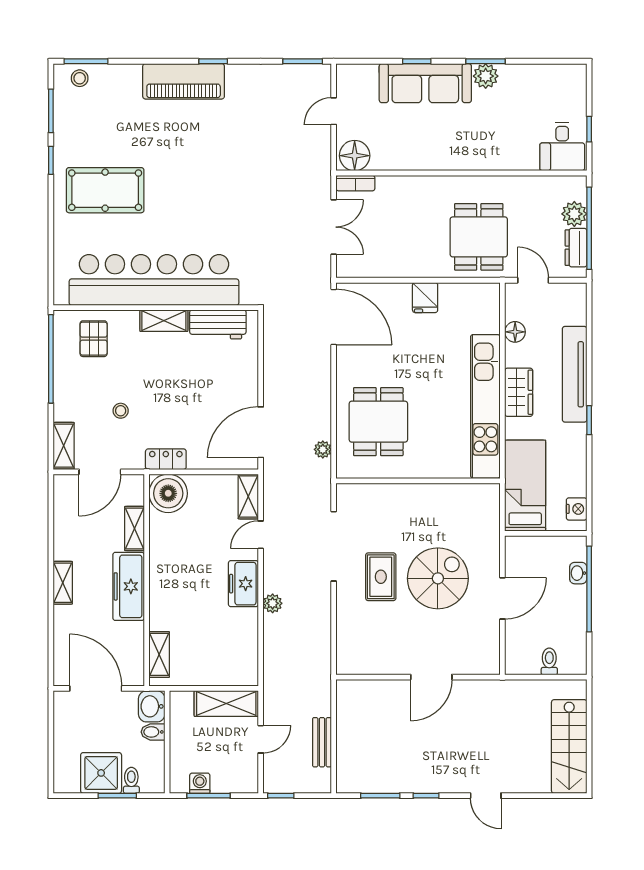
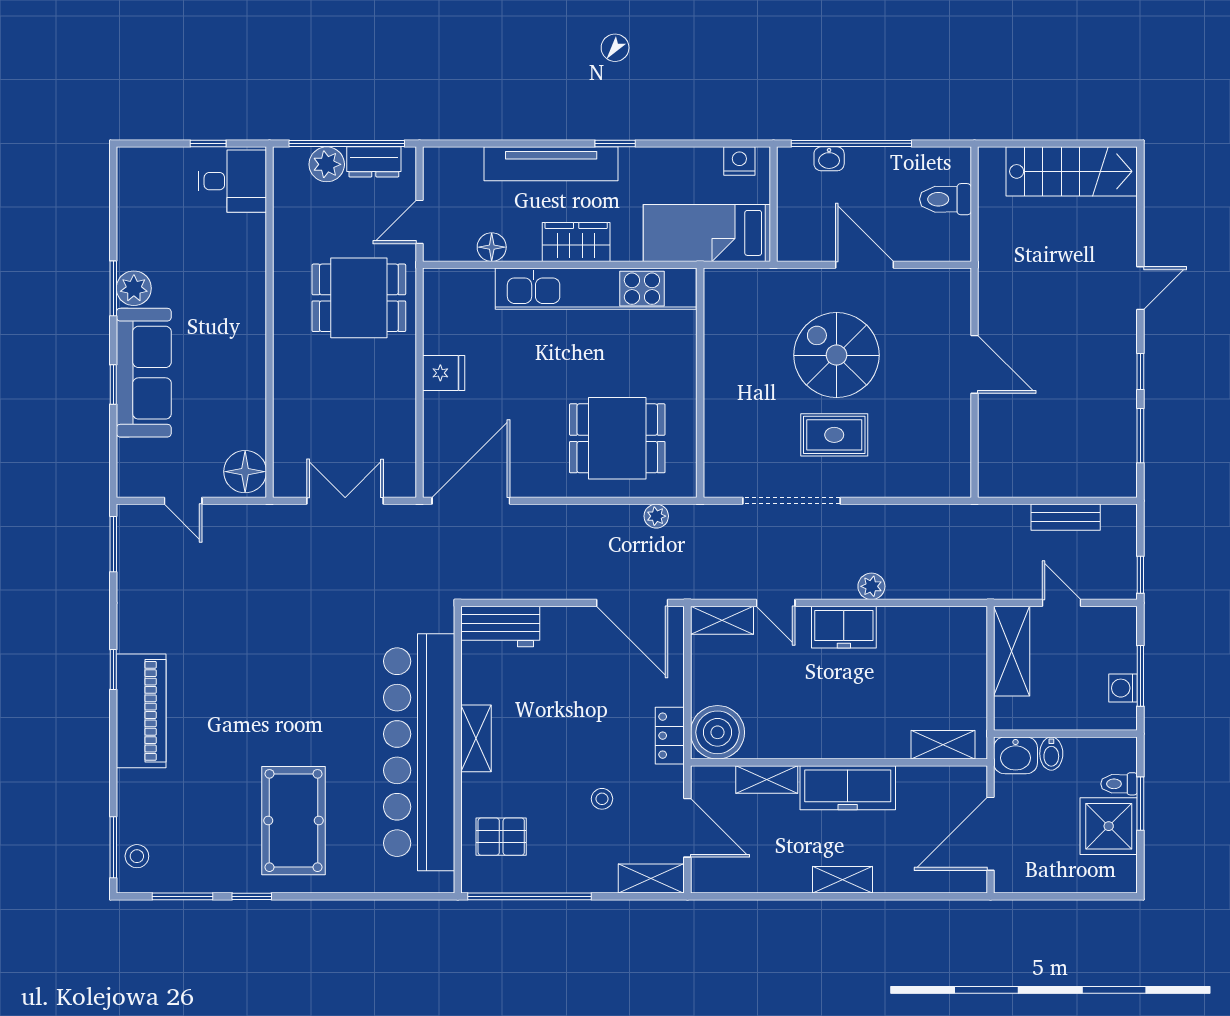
bookcase: (355, 183) -> (284, 470), removed
workbench: (218, 324) -> (500, 626), moved, turned 90
toilet: (549, 661) -> (945, 199), width x1.37, depth x1.39

